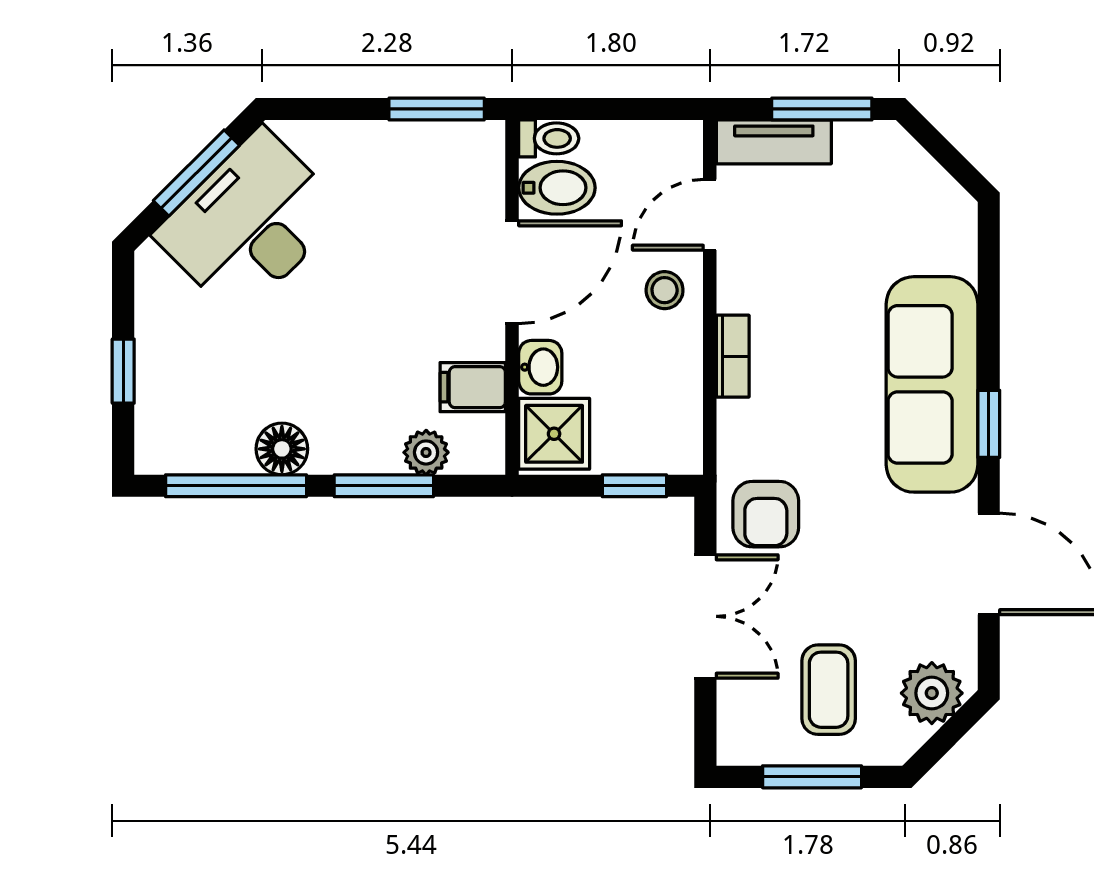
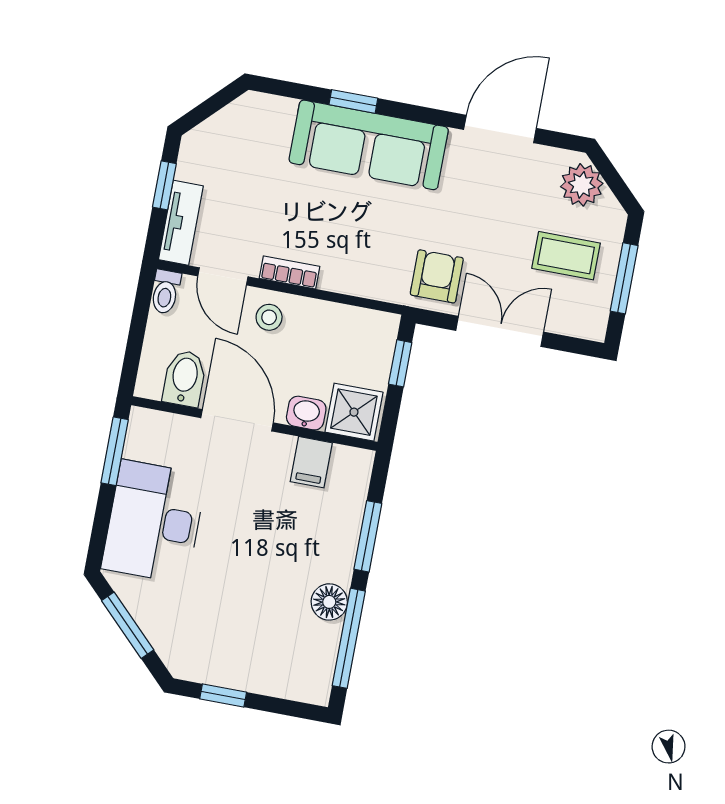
window: (822, 109) -> (164, 185), width x0.67
toilet: (549, 138) -> (165, 292), moved, turned 180
desk: (250, 223) -> (154, 522), moved, turned 45
bookcase: (733, 356) -> (290, 272), moved
window: (123, 371) -> (223, 695), moved
window: (989, 424) -> (353, 101), moved
plant: (426, 452) -> (350, 503), removed
armchair: (766, 514) -> (437, 276), turned -90

